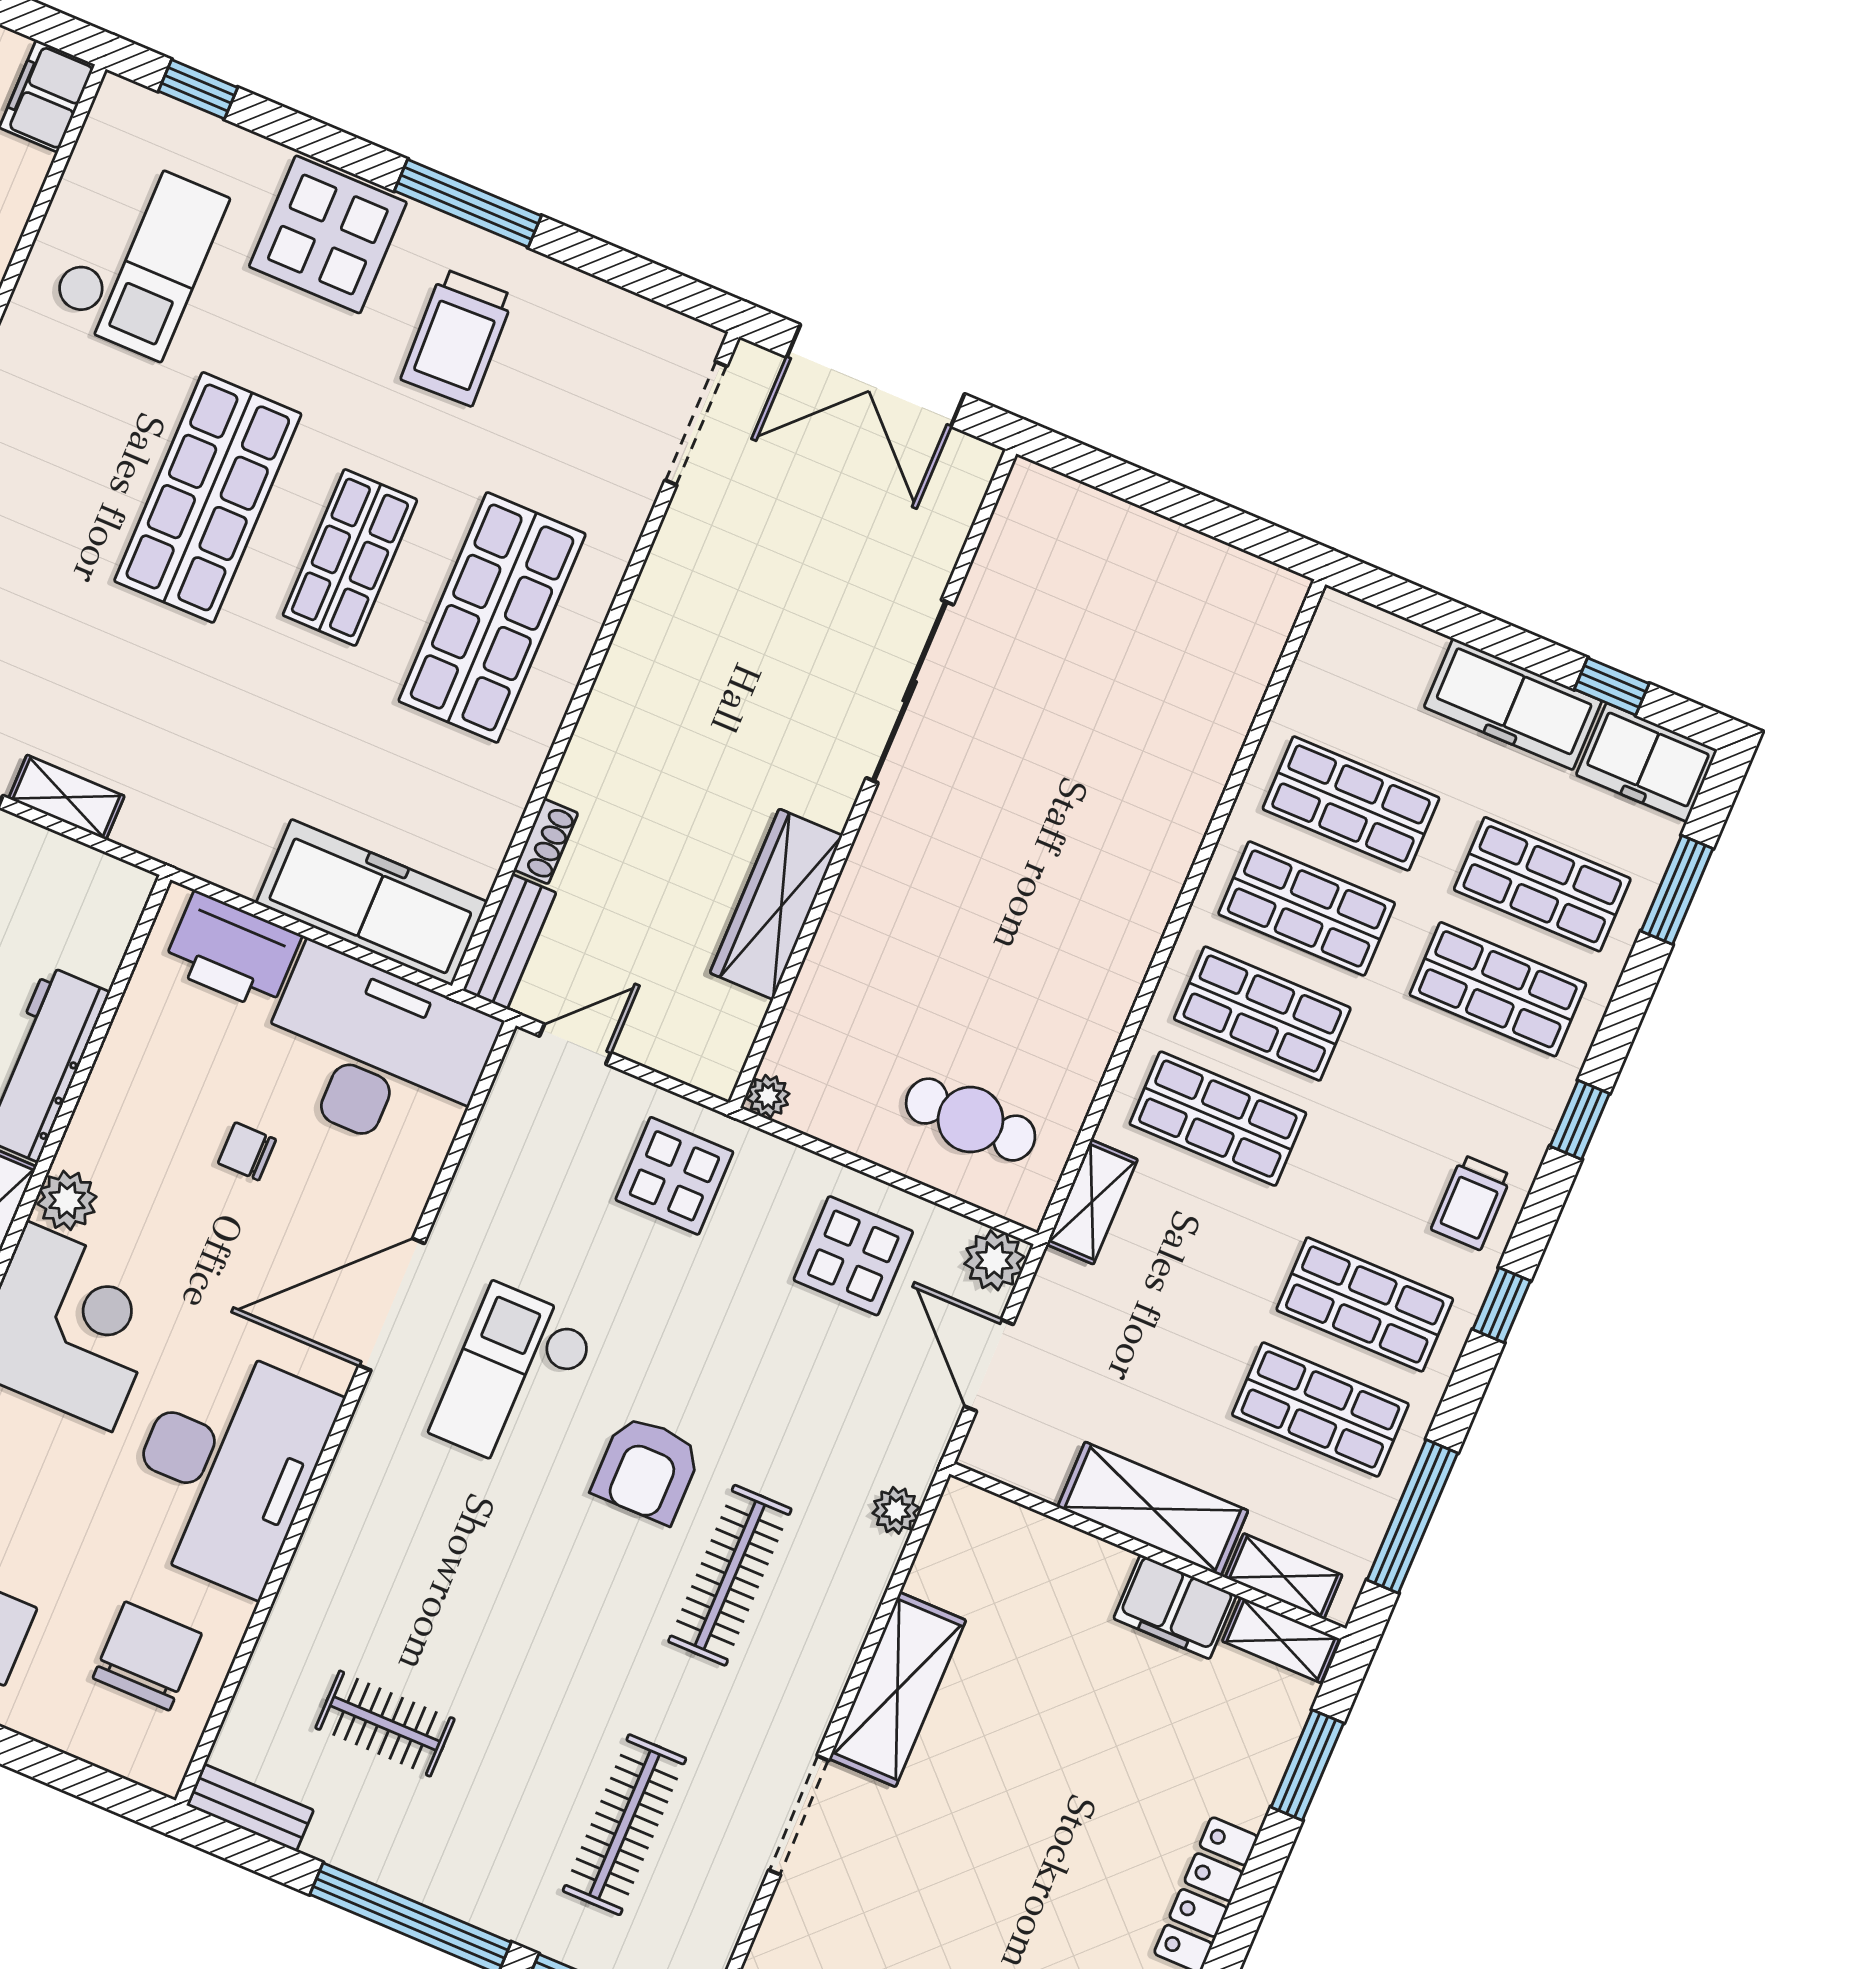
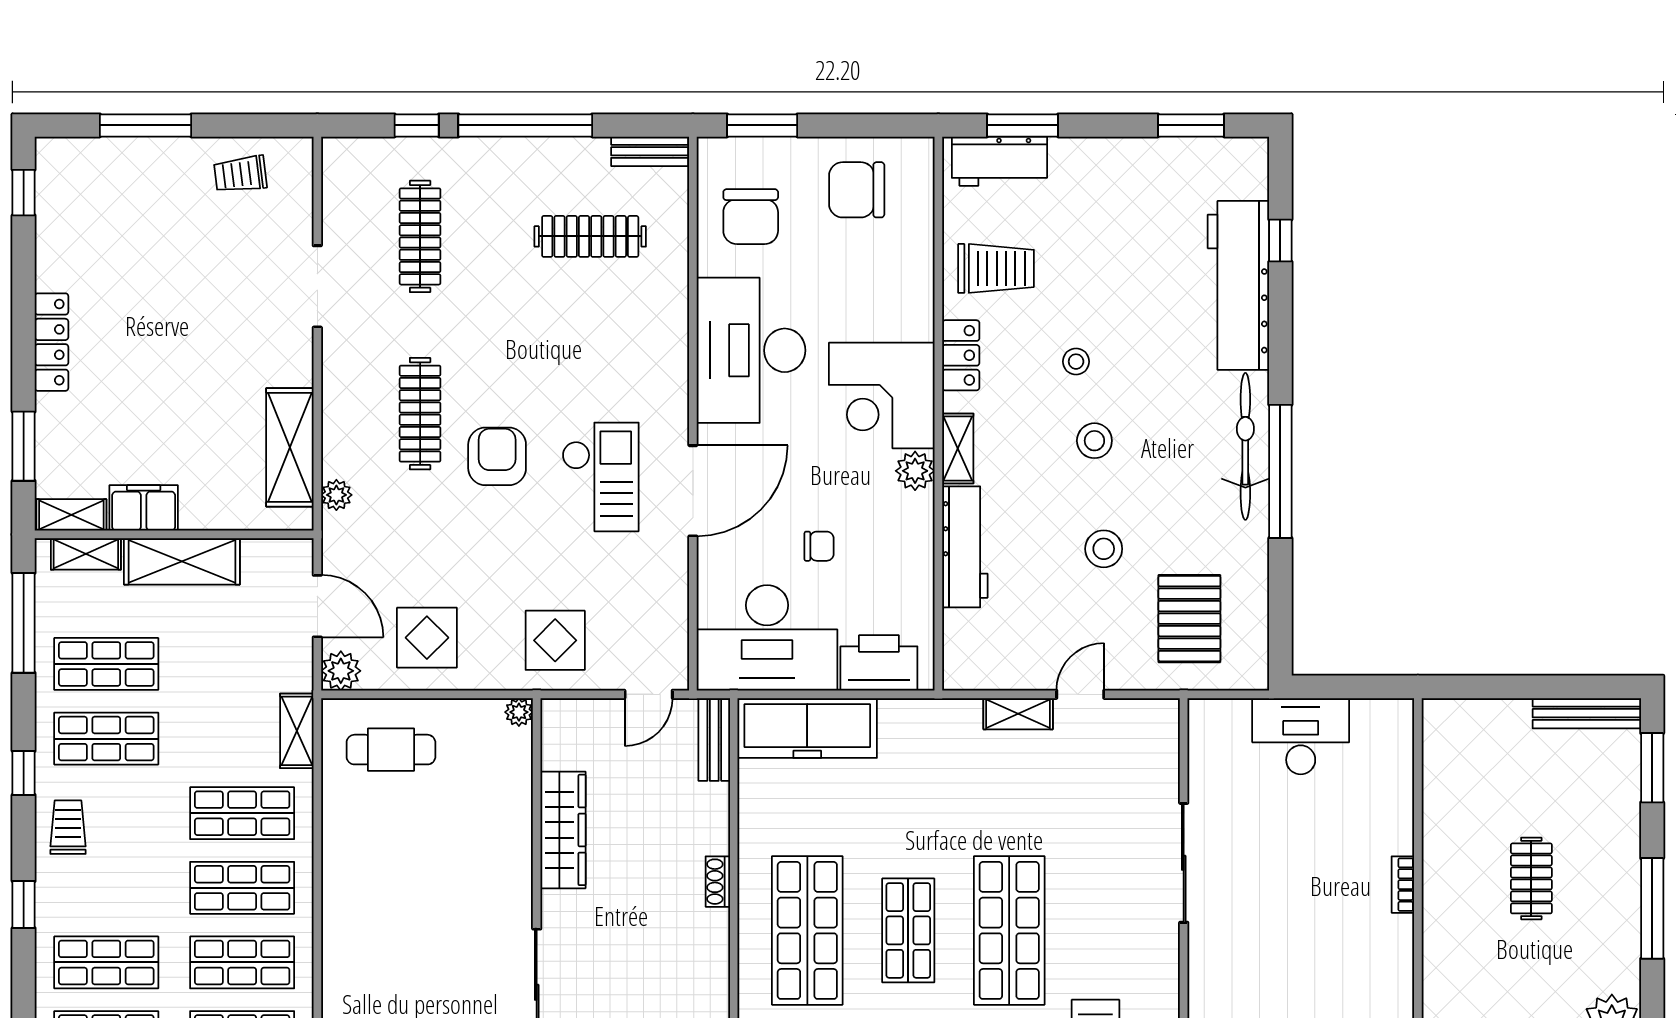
shoe rack: (546, 841) -> (718, 882), moved
shelving: (897, 1689) -> (290, 447), moved
clothes rail: (385, 1724) -> (590, 236), width x1.36
window: (77, 1777) -> (762, 125), added

